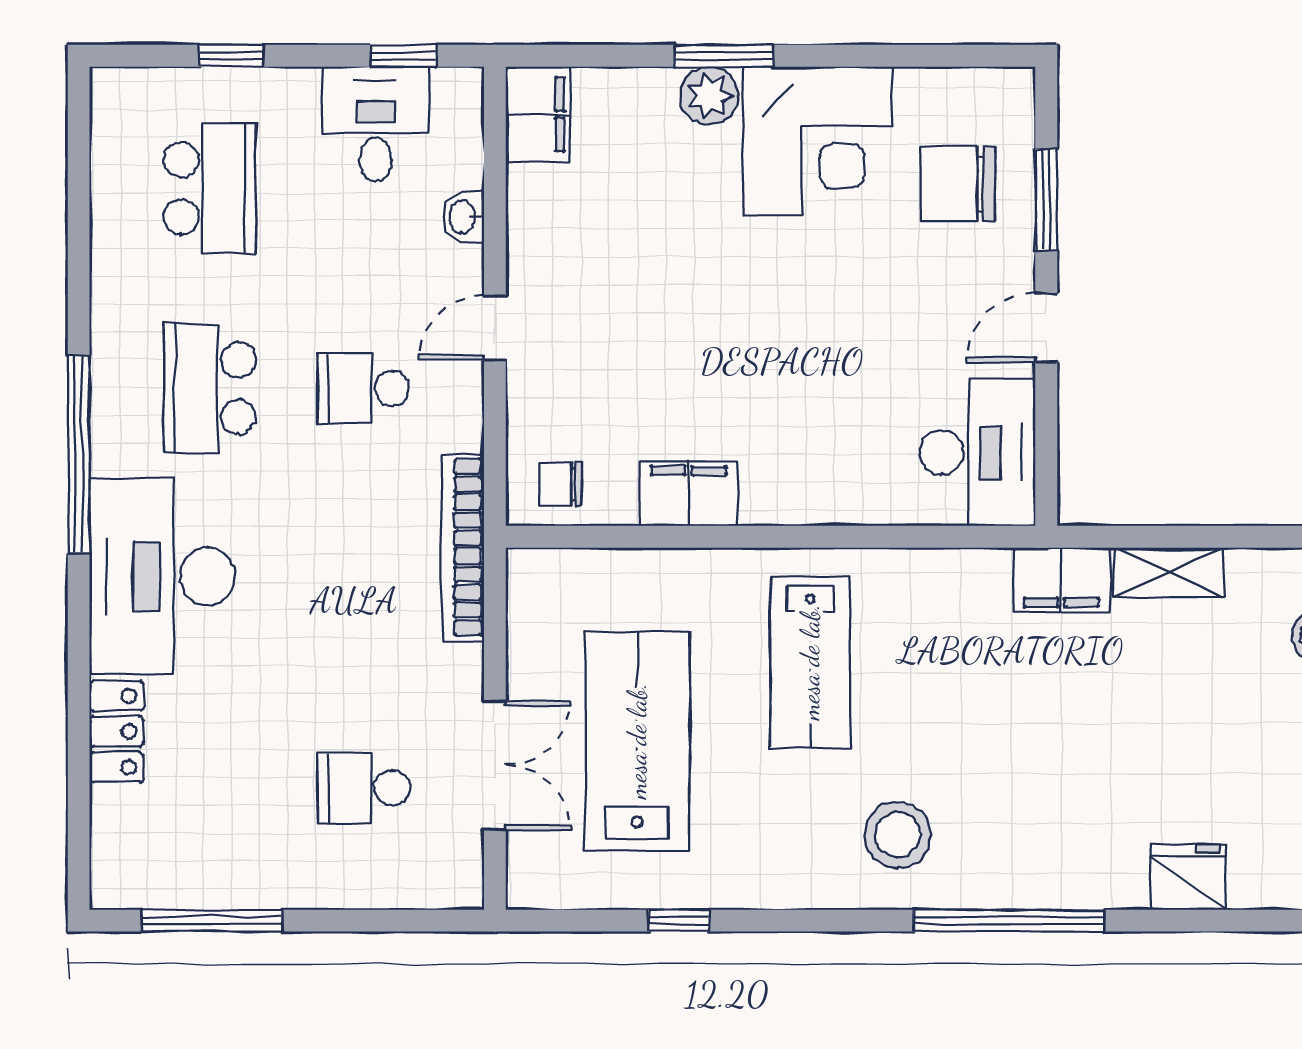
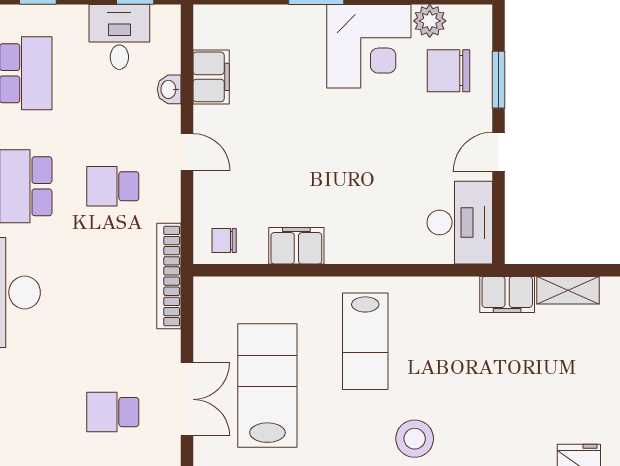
plant: (709, 96) -> (430, 21), moved
filing cabinet: (538, 115) -> (211, 77), moved
door: (495, 328) -> (187, 152), swing flipped

